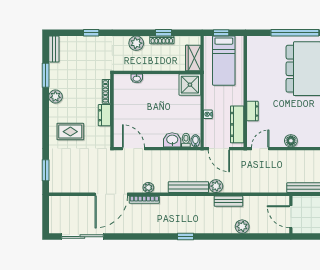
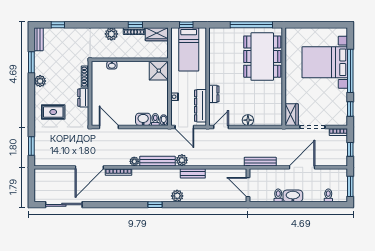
window: (91, 33) -> (58, 25), moved
wardrobe: (193, 58) -> (157, 34), moved, turned -90
plant: (148, 188) -> (134, 161), moved
plant: (242, 227) -> (177, 196), moved

